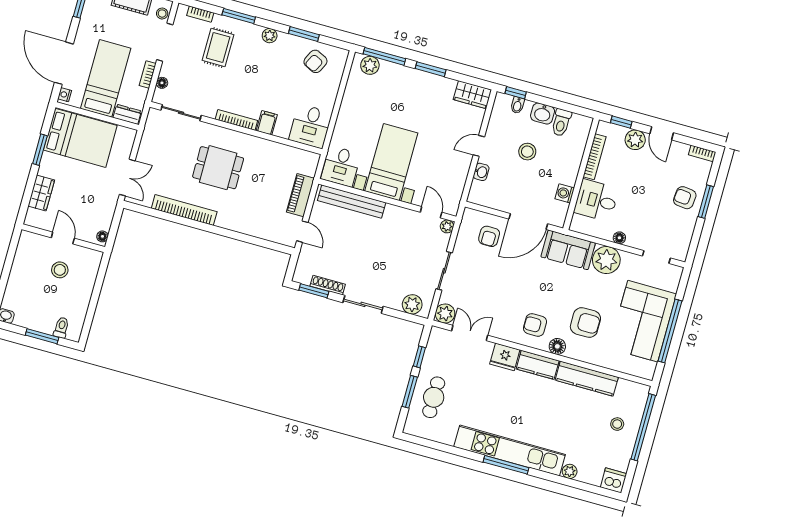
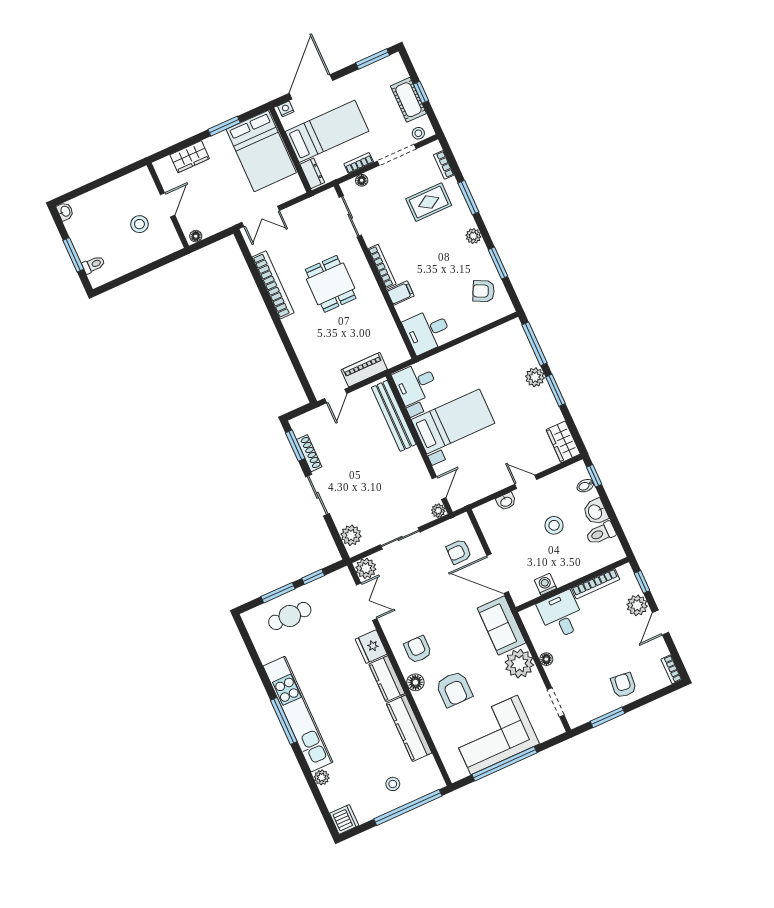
plant: (370, 65) -> (535, 377), moved
window: (706, 202) -> (607, 717), moved

